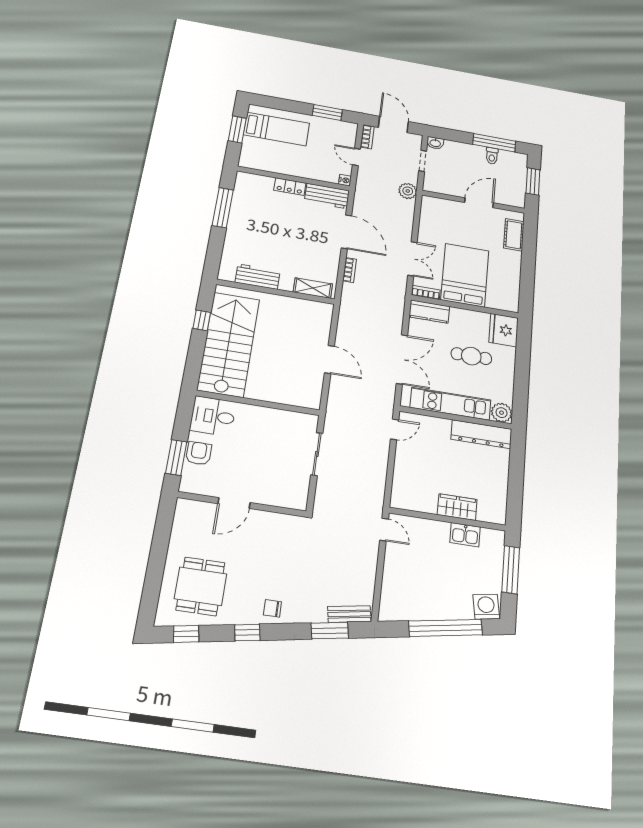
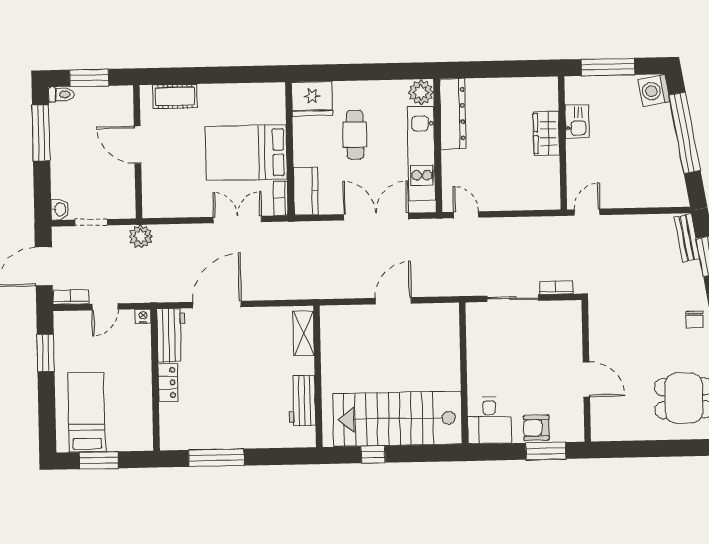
toilet: (492, 156) -> (61, 95), moved
bookcase: (350, 270) -> (556, 288), moved

